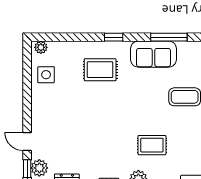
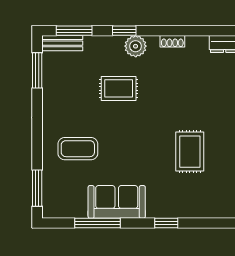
rug: (100, 70) -> (190, 152), moved, turned 90

